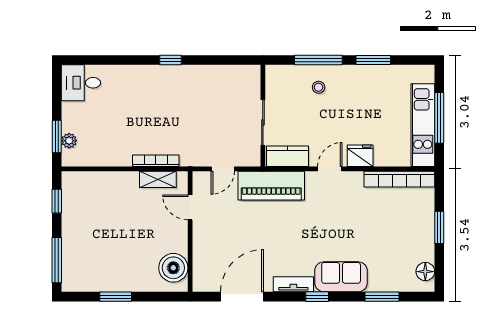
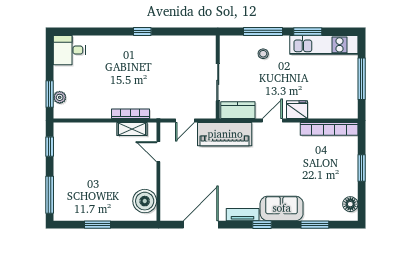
kitchen unit: (423, 125) -> (324, 45), moved, turned -90

